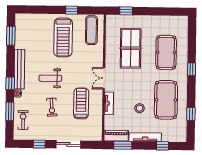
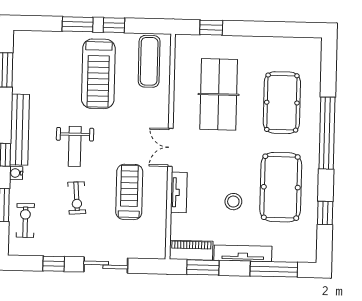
window: (51, 10) -> (78, 24), added
window: (192, 69) -> (327, 133), width x3.17
weight bench: (50, 78) -> (75, 146), turned -90
window: (163, 146) -> (274, 269), width x2.17

